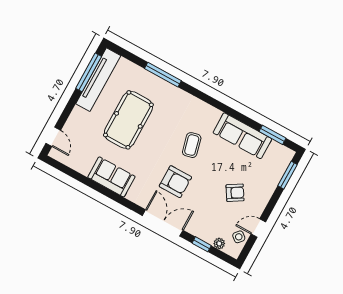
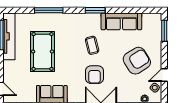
window: (273, 135) -> (95, 10), moved
armchair: (175, 182) -> (95, 75), turned 90
armchair: (235, 193) -> (137, 61), width x1.88, depth x1.88

